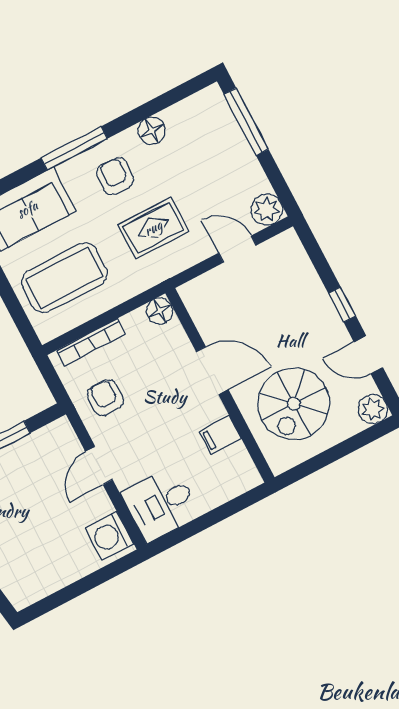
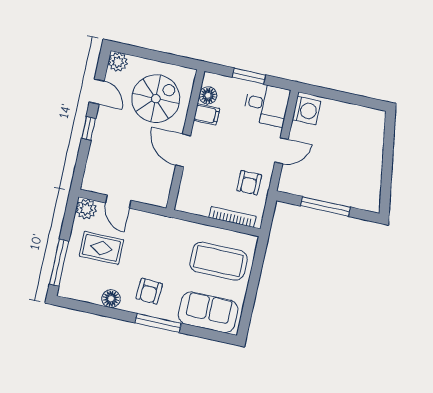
rug: (153, 228) -> (101, 248), moved
floor lamp: (160, 311) -> (208, 95), moved
window: (209, 520) -> (249, 76), added

